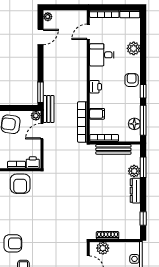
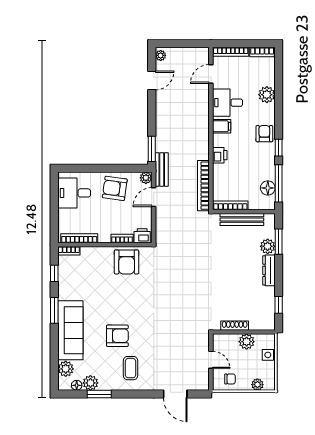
printer: (96, 87) -> (220, 155), moved
filing cabinet: (97, 114) -> (222, 126), moved
plant: (103, 248) -> (247, 342), moved

